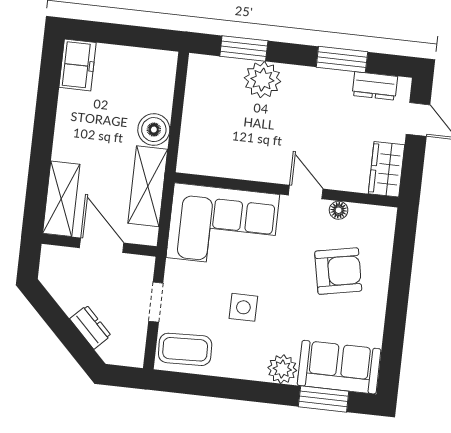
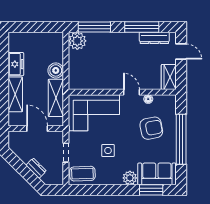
window: (244, 49) -> (94, 27), width x1.44
window: (342, 60) -> (142, 27), width x1.44
freezer: (78, 65) -> (16, 64), moved
plant: (262, 80) -> (77, 41), moved
dresser: (375, 86) -> (154, 38), width x1.44
shelving: (61, 199) -> (15, 94), moved
window: (398, 301) -> (181, 139), added

